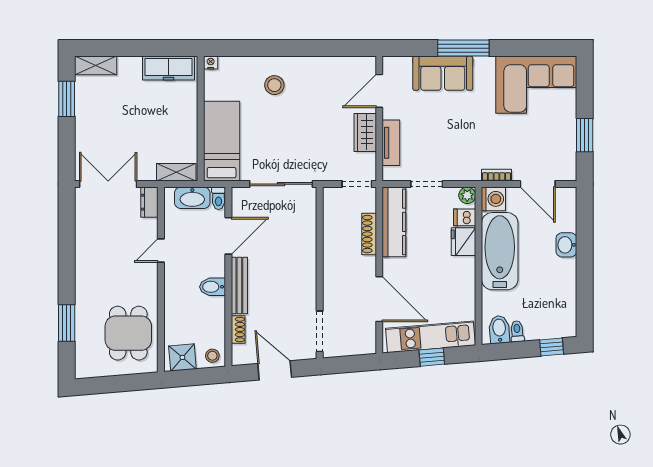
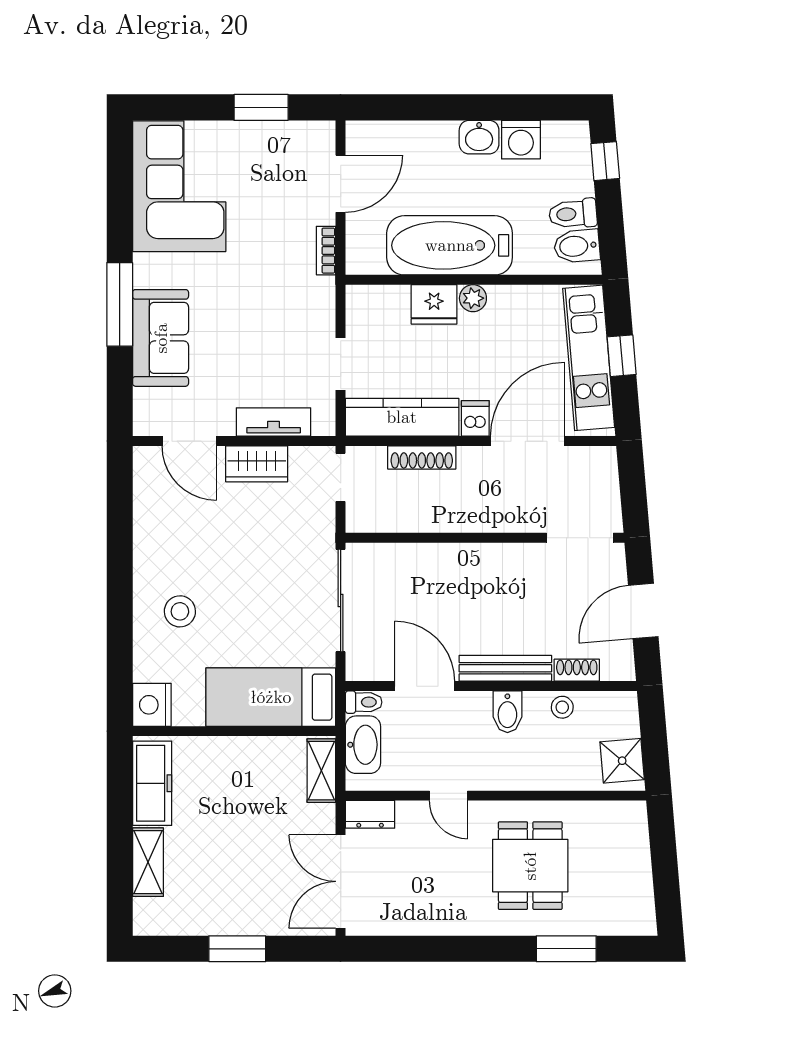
nightstand: (211, 63) -> (152, 705), width x1.89, depth x1.79
shelving: (96, 65) -> (148, 862), moved
window: (67, 99) -> (237, 949), moved
plant: (467, 195) -> (473, 298), moved
washing machine: (493, 199) -> (521, 140), moved, turned 180
dishwasher: (465, 217) -> (475, 418), moved, turned 180
washbasin: (566, 245) -> (479, 137), moved
toilet: (517, 331) -> (573, 214), width x1.37, depth x1.39
dining table: (128, 333) -> (530, 866), moved, turned 90
stool: (212, 356) -> (562, 707), moved

